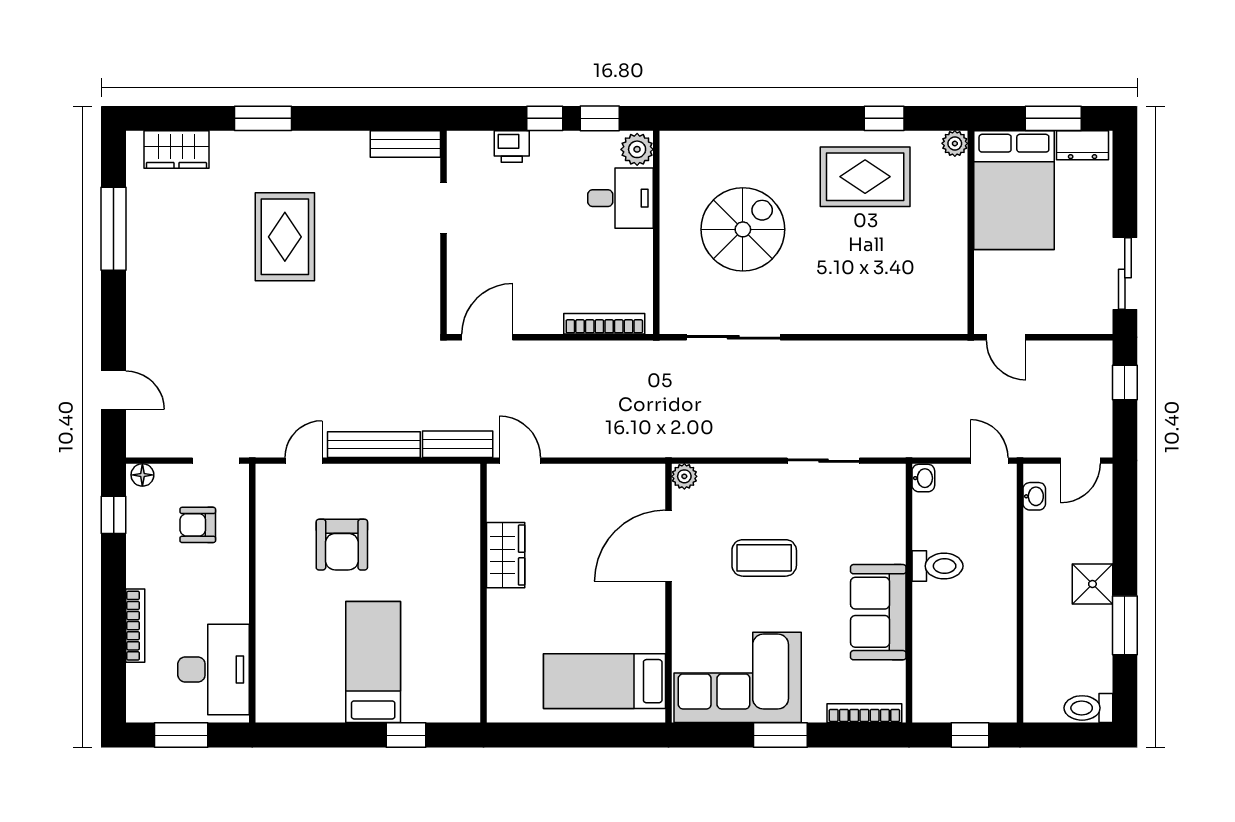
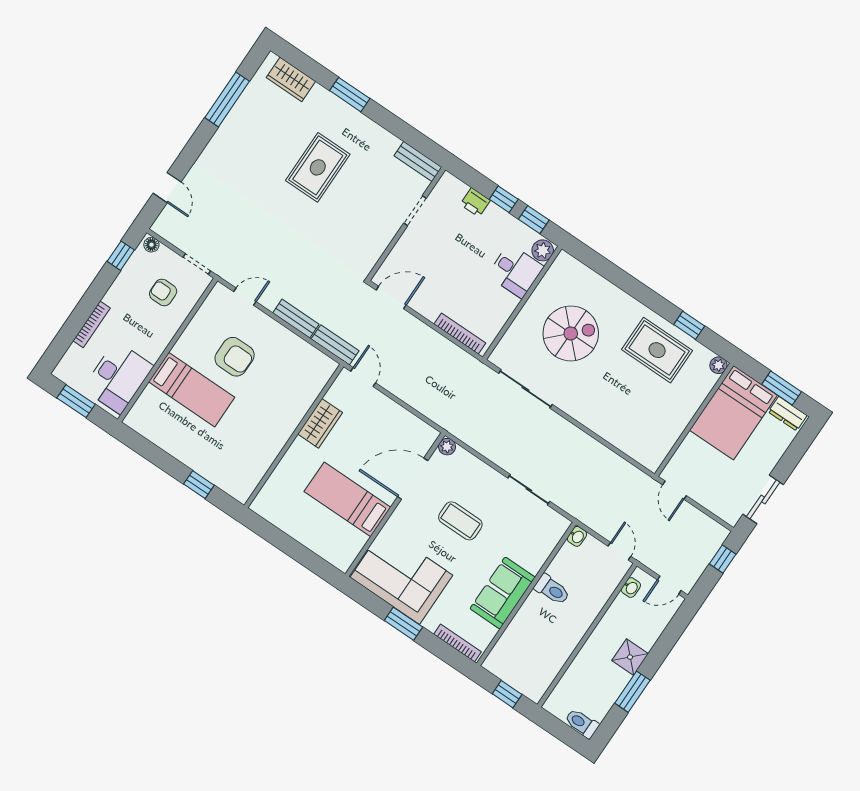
bench: (374, 445) -> (296, 319), width x0.73
armchair: (342, 545) -> (235, 357), turned -90
bed: (373, 662) -> (192, 390), moved, turned 90
bed: (605, 681) -> (347, 499), moved

